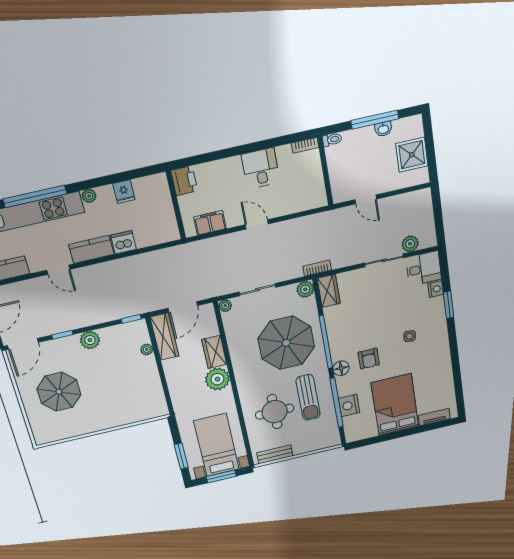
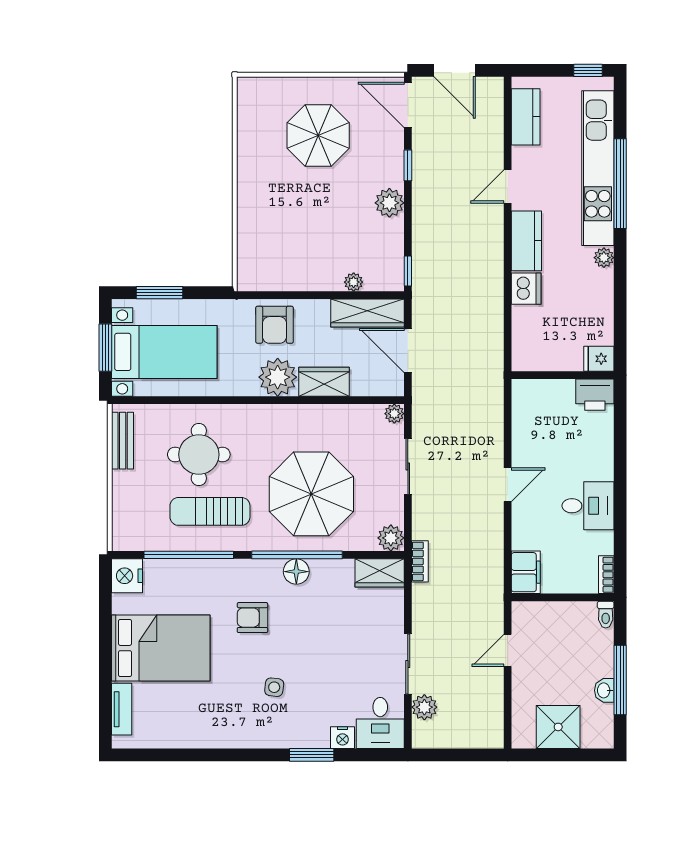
fridge: (124, 192) -> (599, 359), moved
filing cabinet: (210, 223) -> (526, 572), moved
floor lamp: (341, 368) -> (296, 572), moved
armchair: (185, 389) -> (275, 325), added
nightstand: (349, 405) -> (127, 576), moved, turned -90

